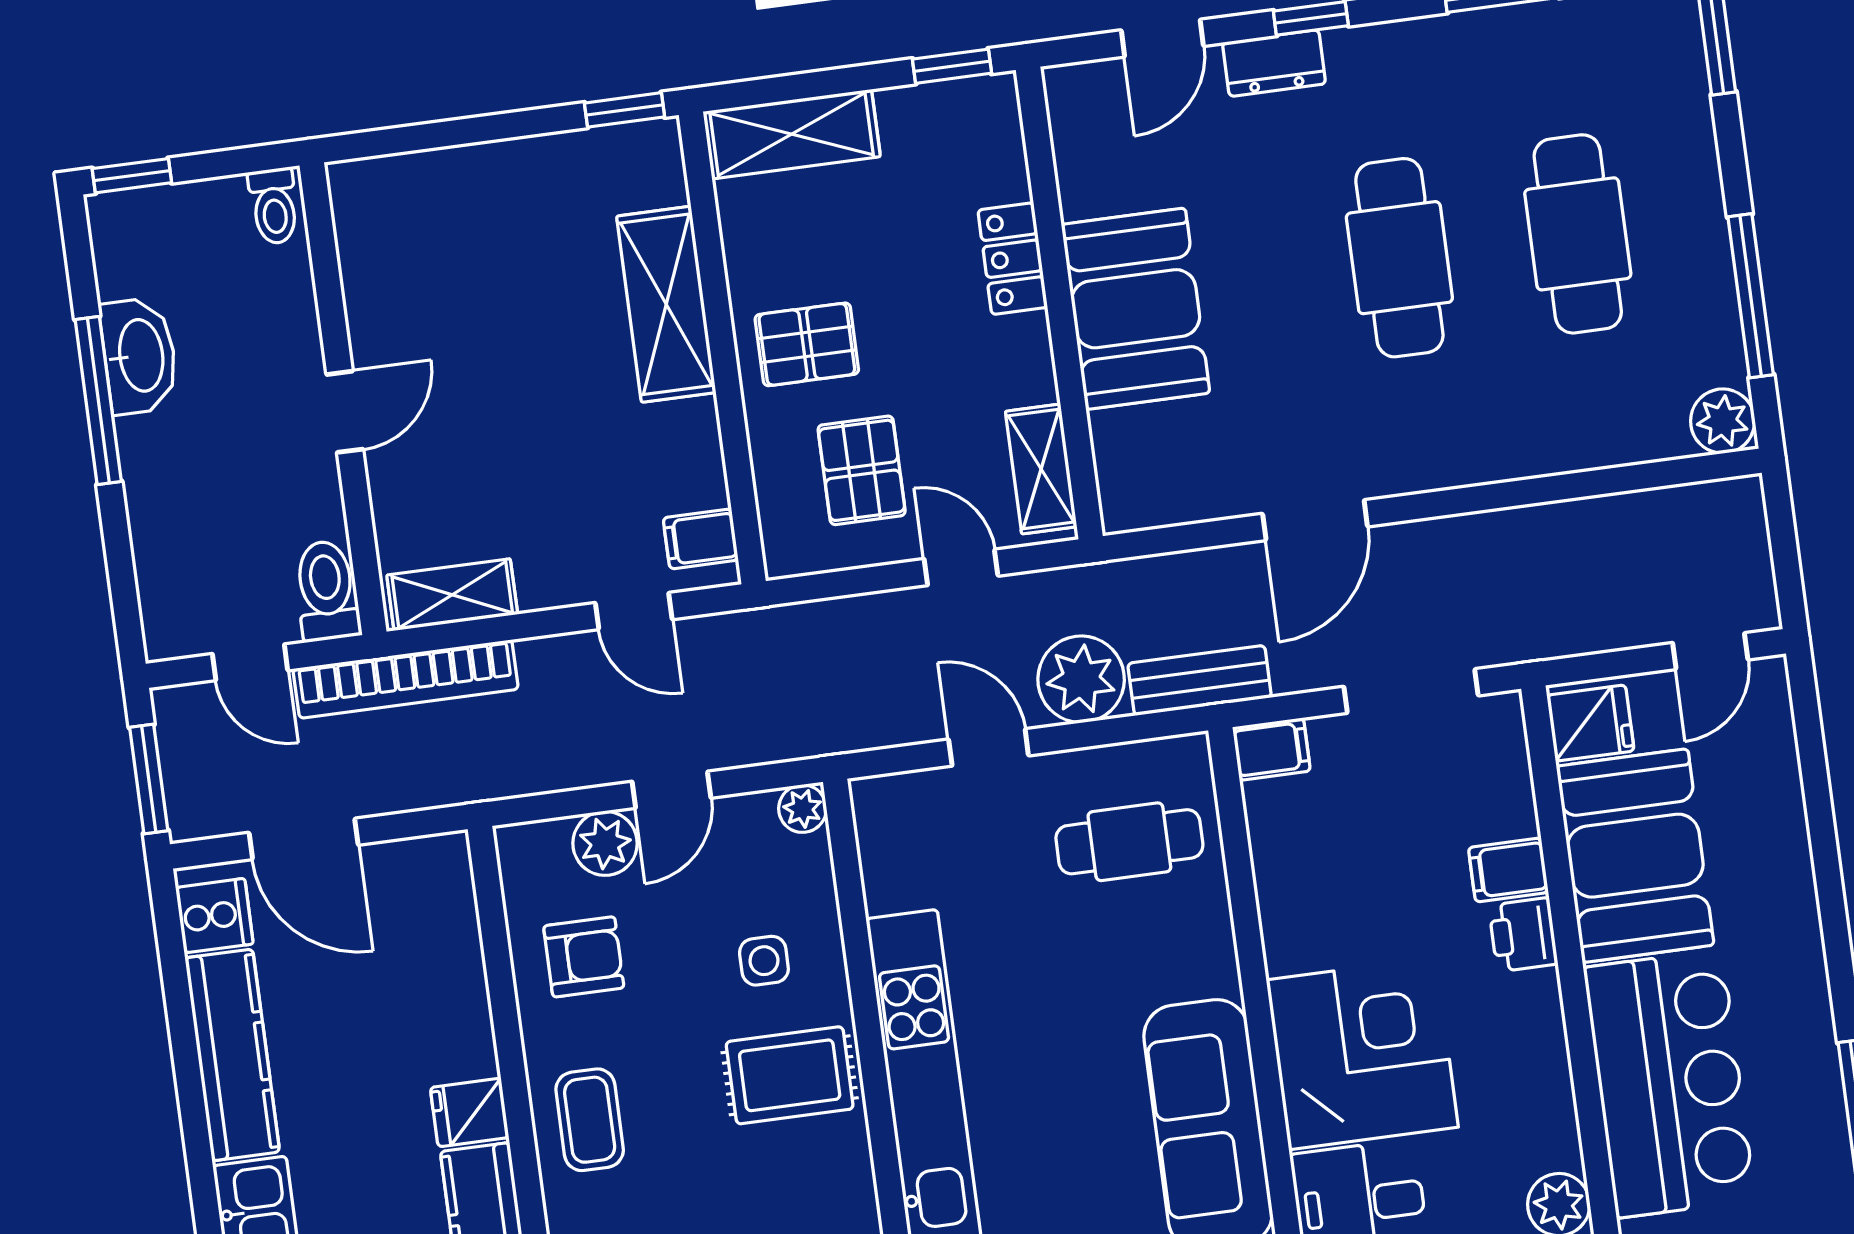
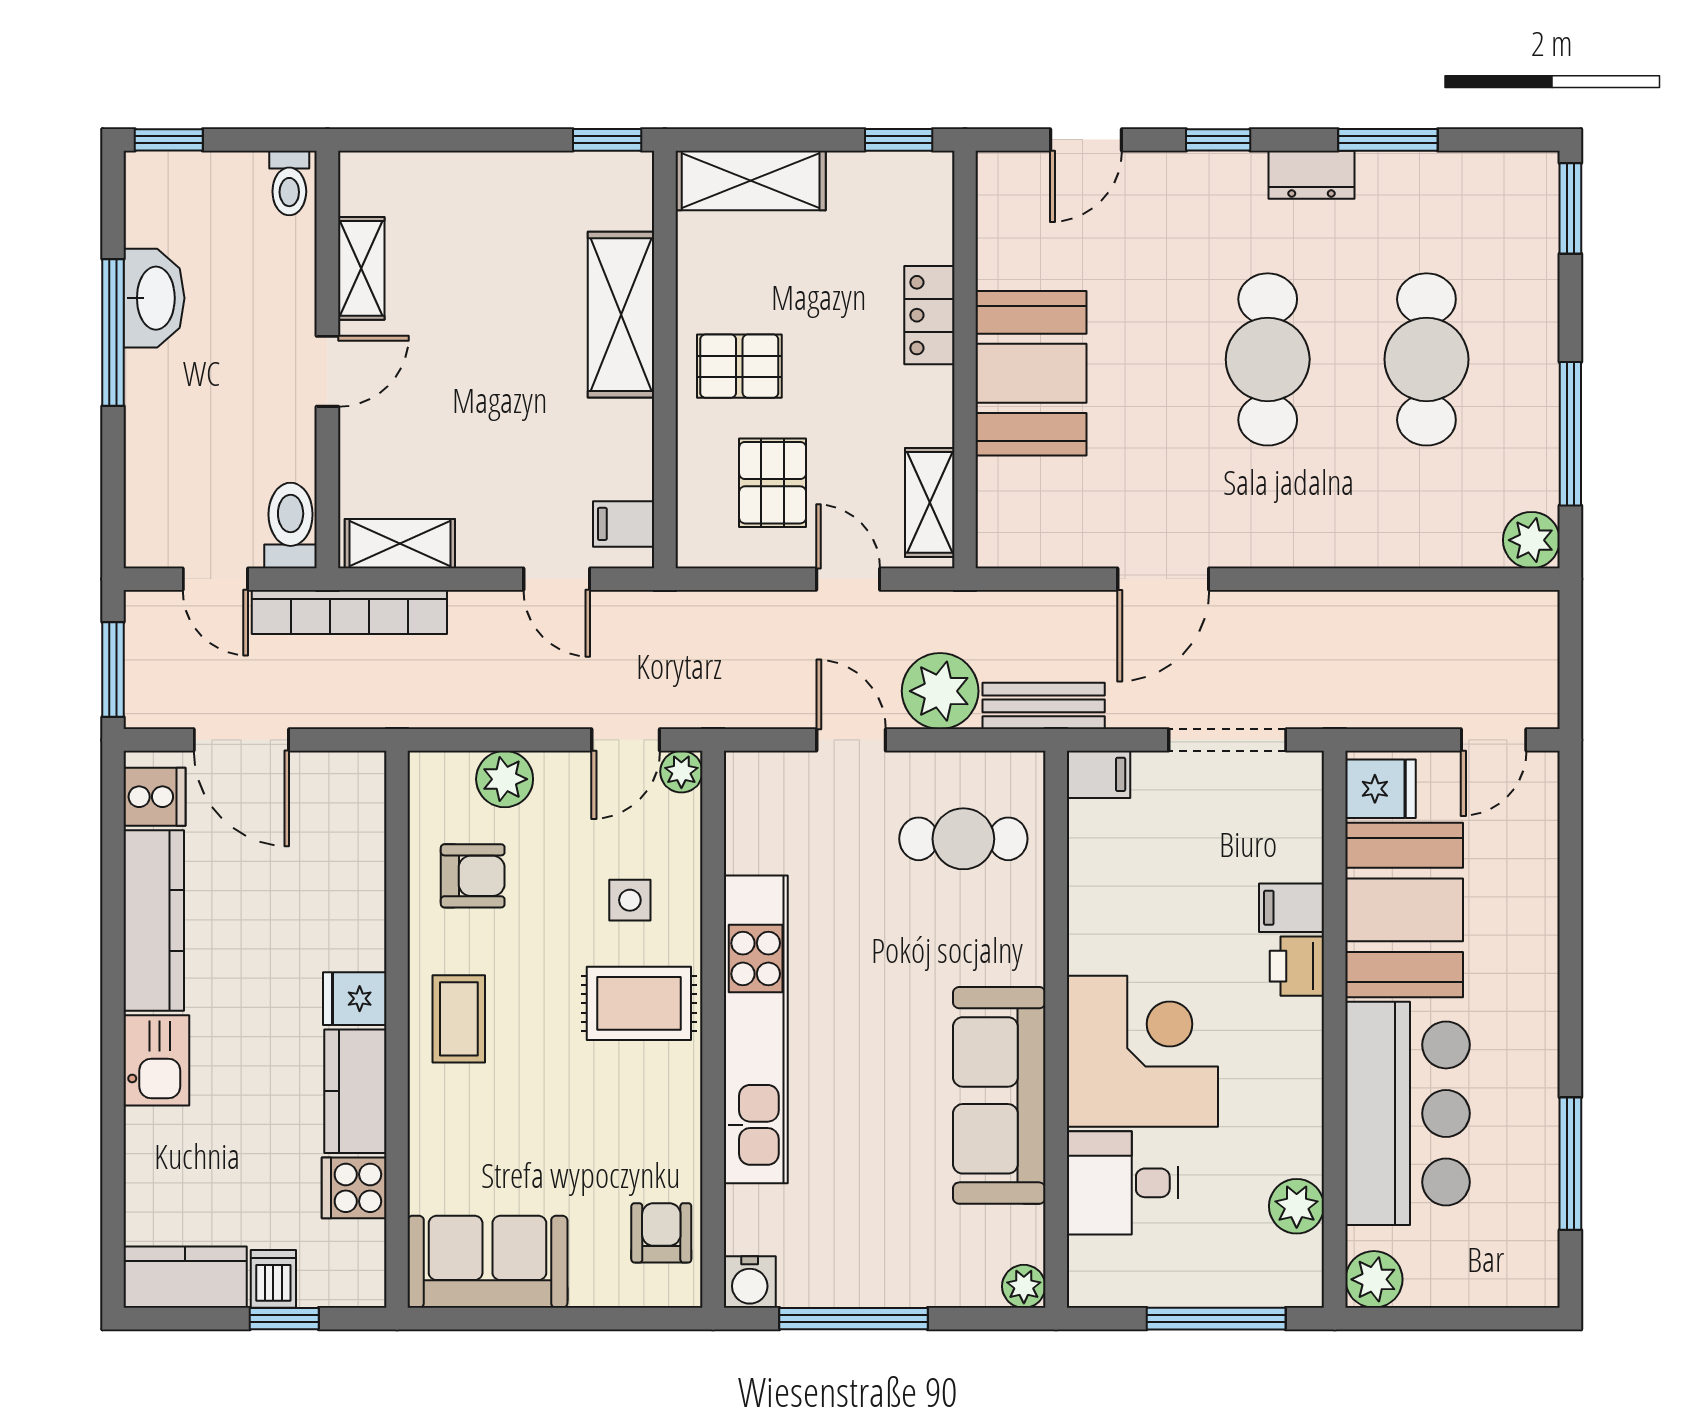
dresser: (1274, 63) -> (1311, 175), moved
shelving: (367, 291) -> (361, 268), added
door: (672, 790) -> (626, 740), moved

